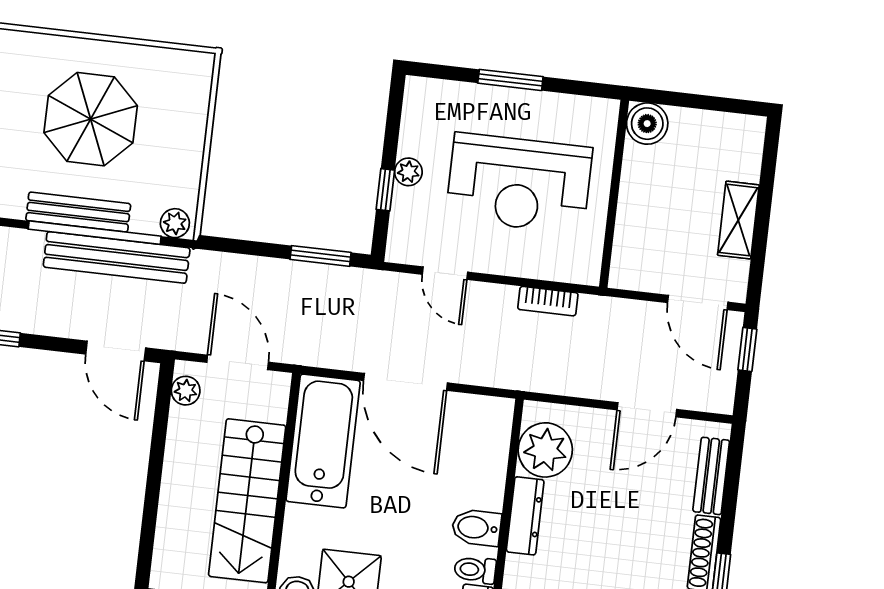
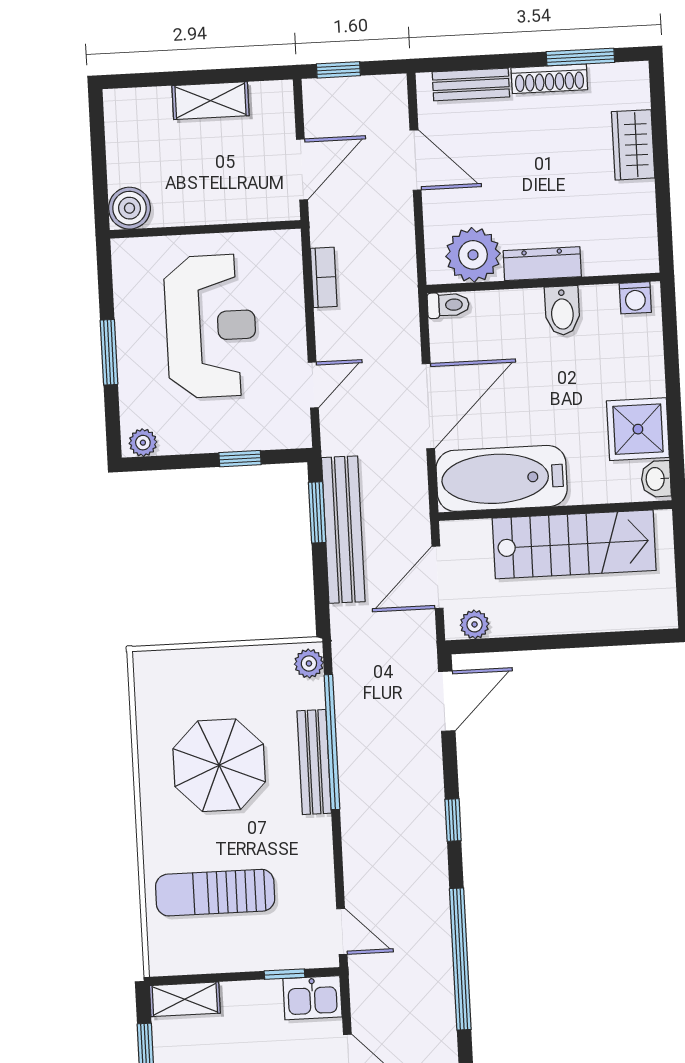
plant: (408, 172) -> (143, 443), moved
bench: (117, 257) -> (343, 530), moved
door: (698, 302) -> (302, 169), moved
toilet: (475, 570) -> (448, 305), moved, turned -90

